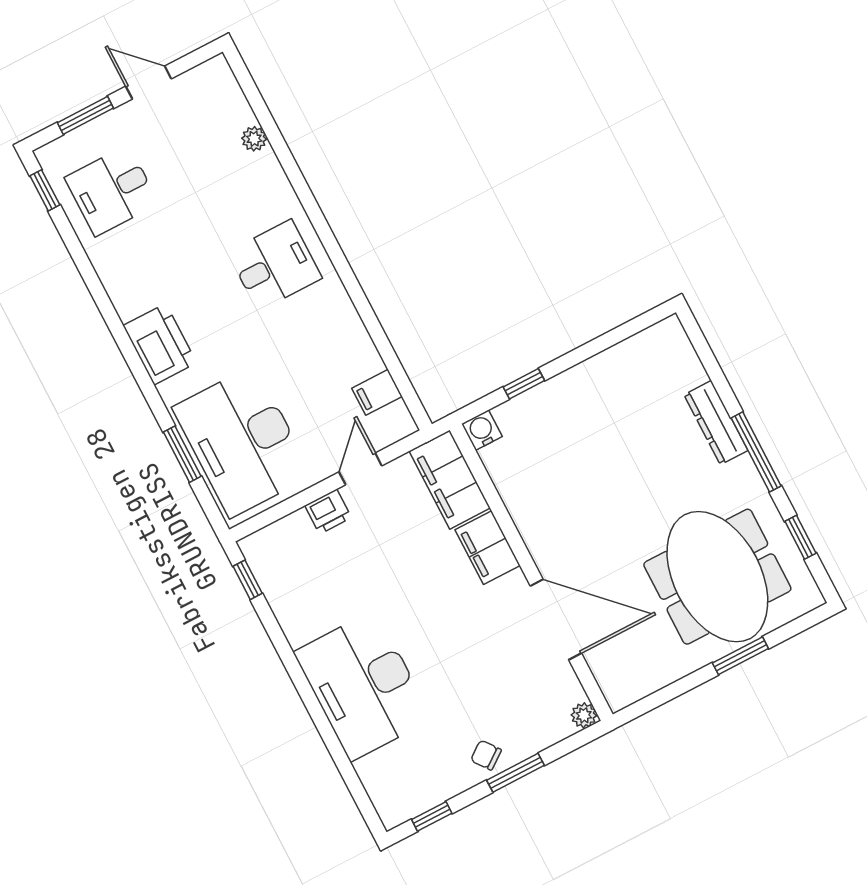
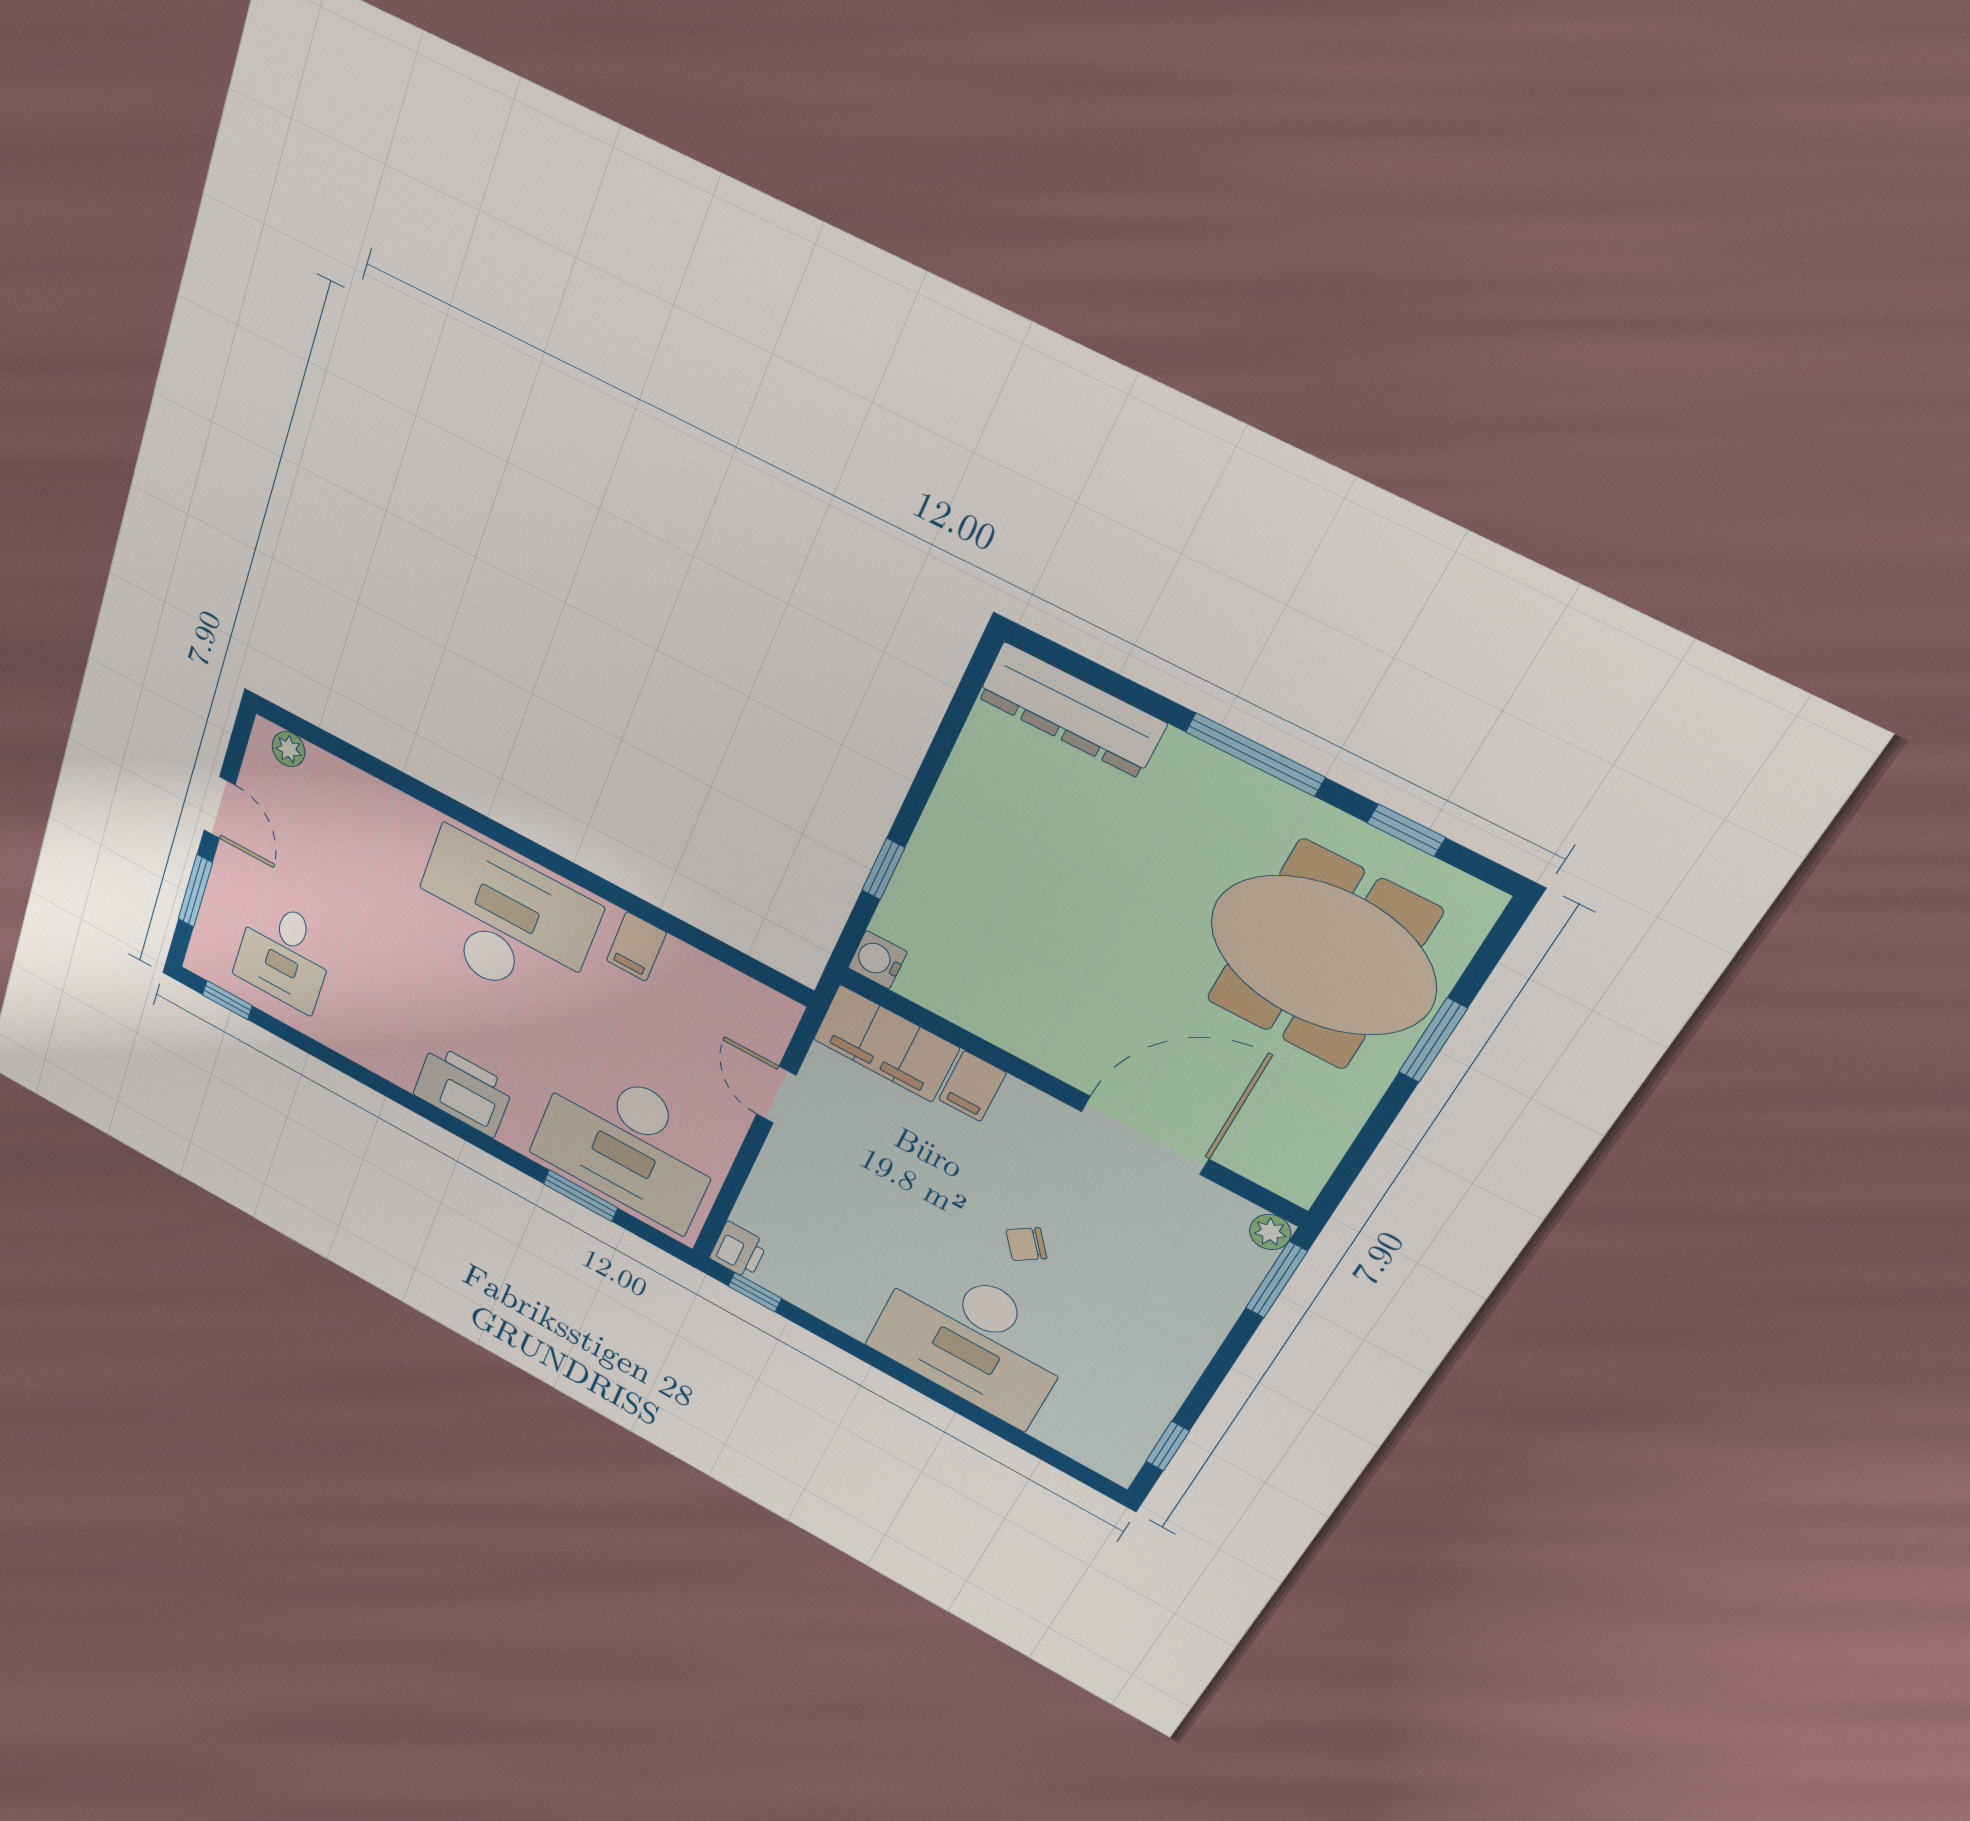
door: (149, 83) -> (219, 808), swing flipped
plant: (254, 139) -> (289, 749), moved
desk: (275, 265) -> (502, 921), width x1.87, depth x1.30
filing cabinet: (377, 392) -> (636, 947), moved
dresser: (716, 423) -> (1072, 710), moved, width x1.37, depth x1.24
printer: (328, 512) -> (738, 1250), moved
filing cabinet: (488, 548) -> (972, 1086), width x0.50
chair: (486, 755) -> (1026, 1244), moved
window: (516, 773) -> (1276, 1280), moved

